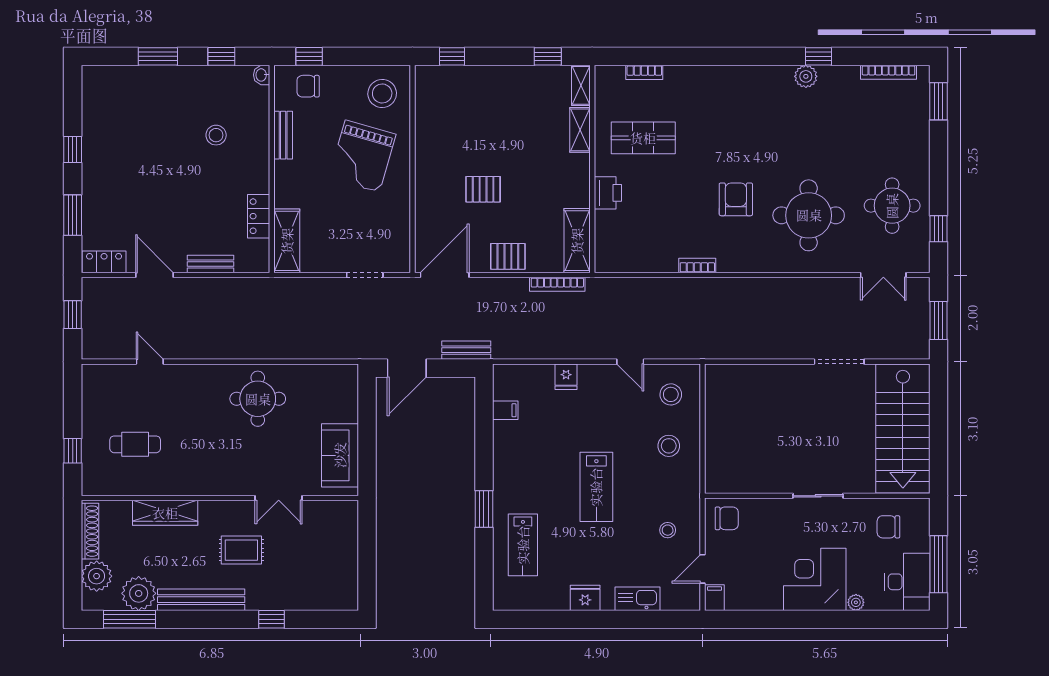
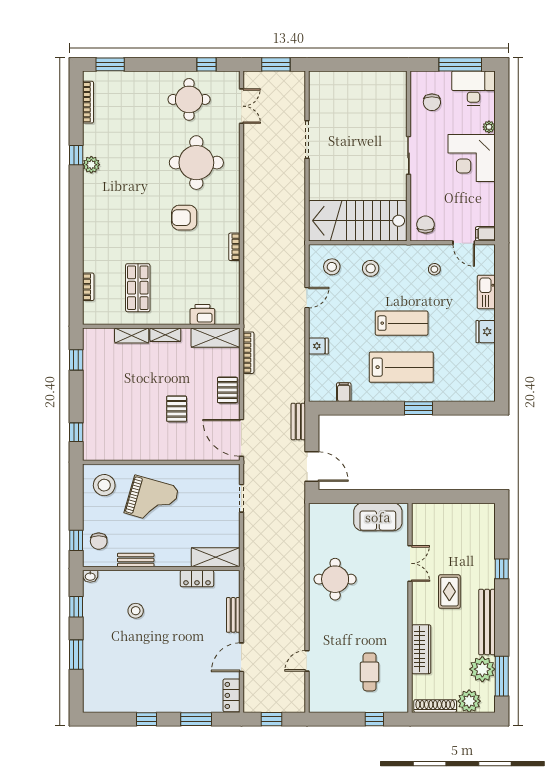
shelving: (581, 85) -> (165, 335), moved
printer: (608, 193) -> (202, 314), moved
stairs: (903, 428) -> (358, 221), moved, turned 180
lab bench: (523, 545) -> (401, 367), moved, width x1.36, depth x1.39

